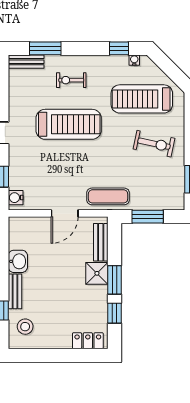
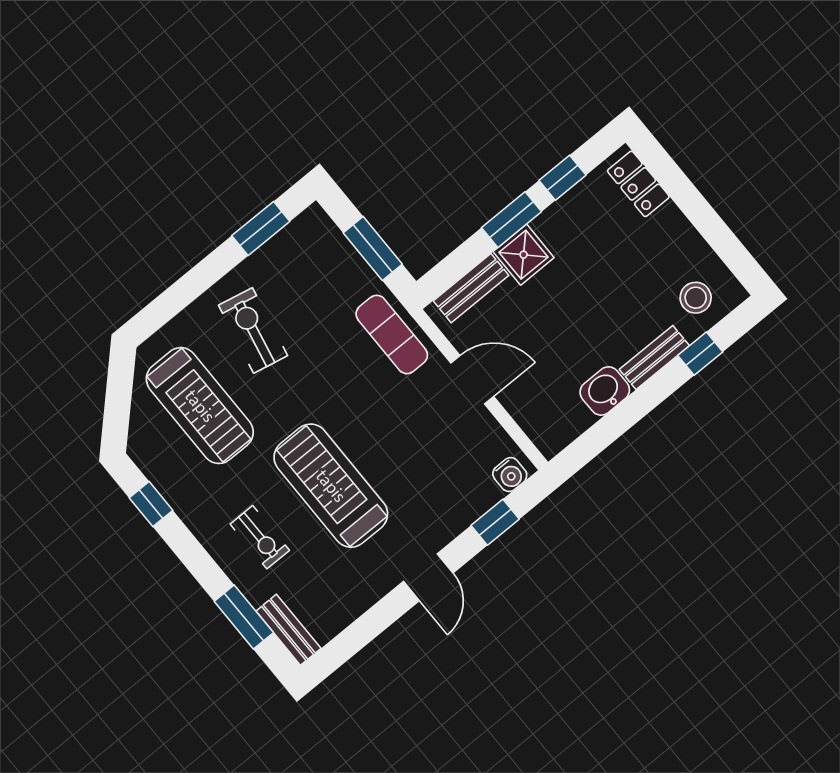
water cooler: (134, 60) -> (150, 466), removed

